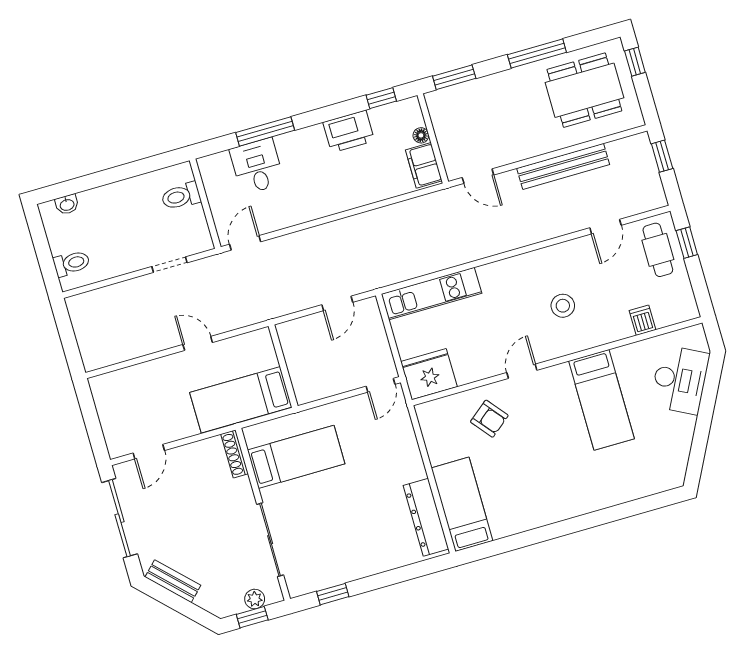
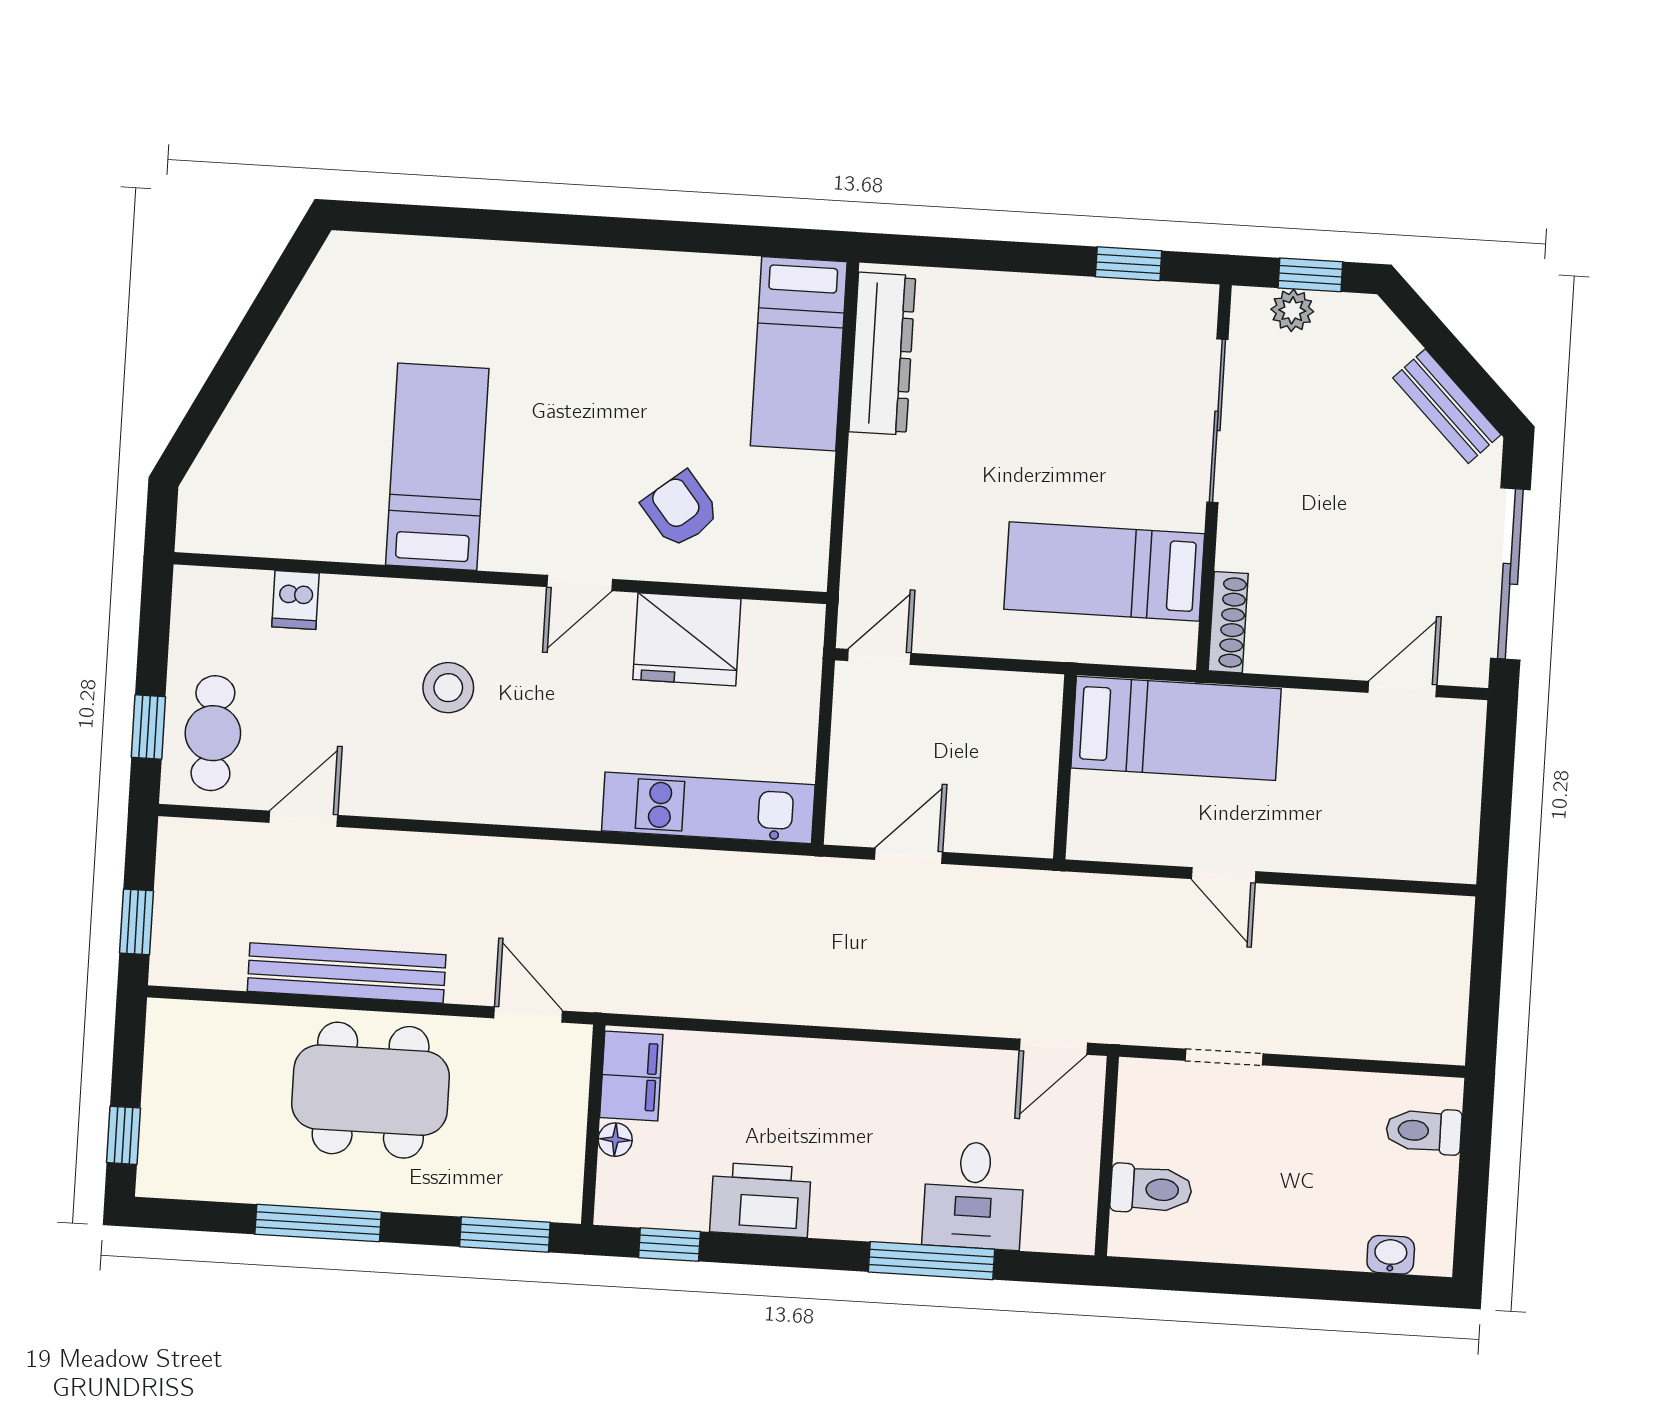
dining table: (584, 90) -> (371, 1090), moved
fridge: (429, 374) -> (687, 639), moved
desk: (680, 380) -> (262, 451), removed

